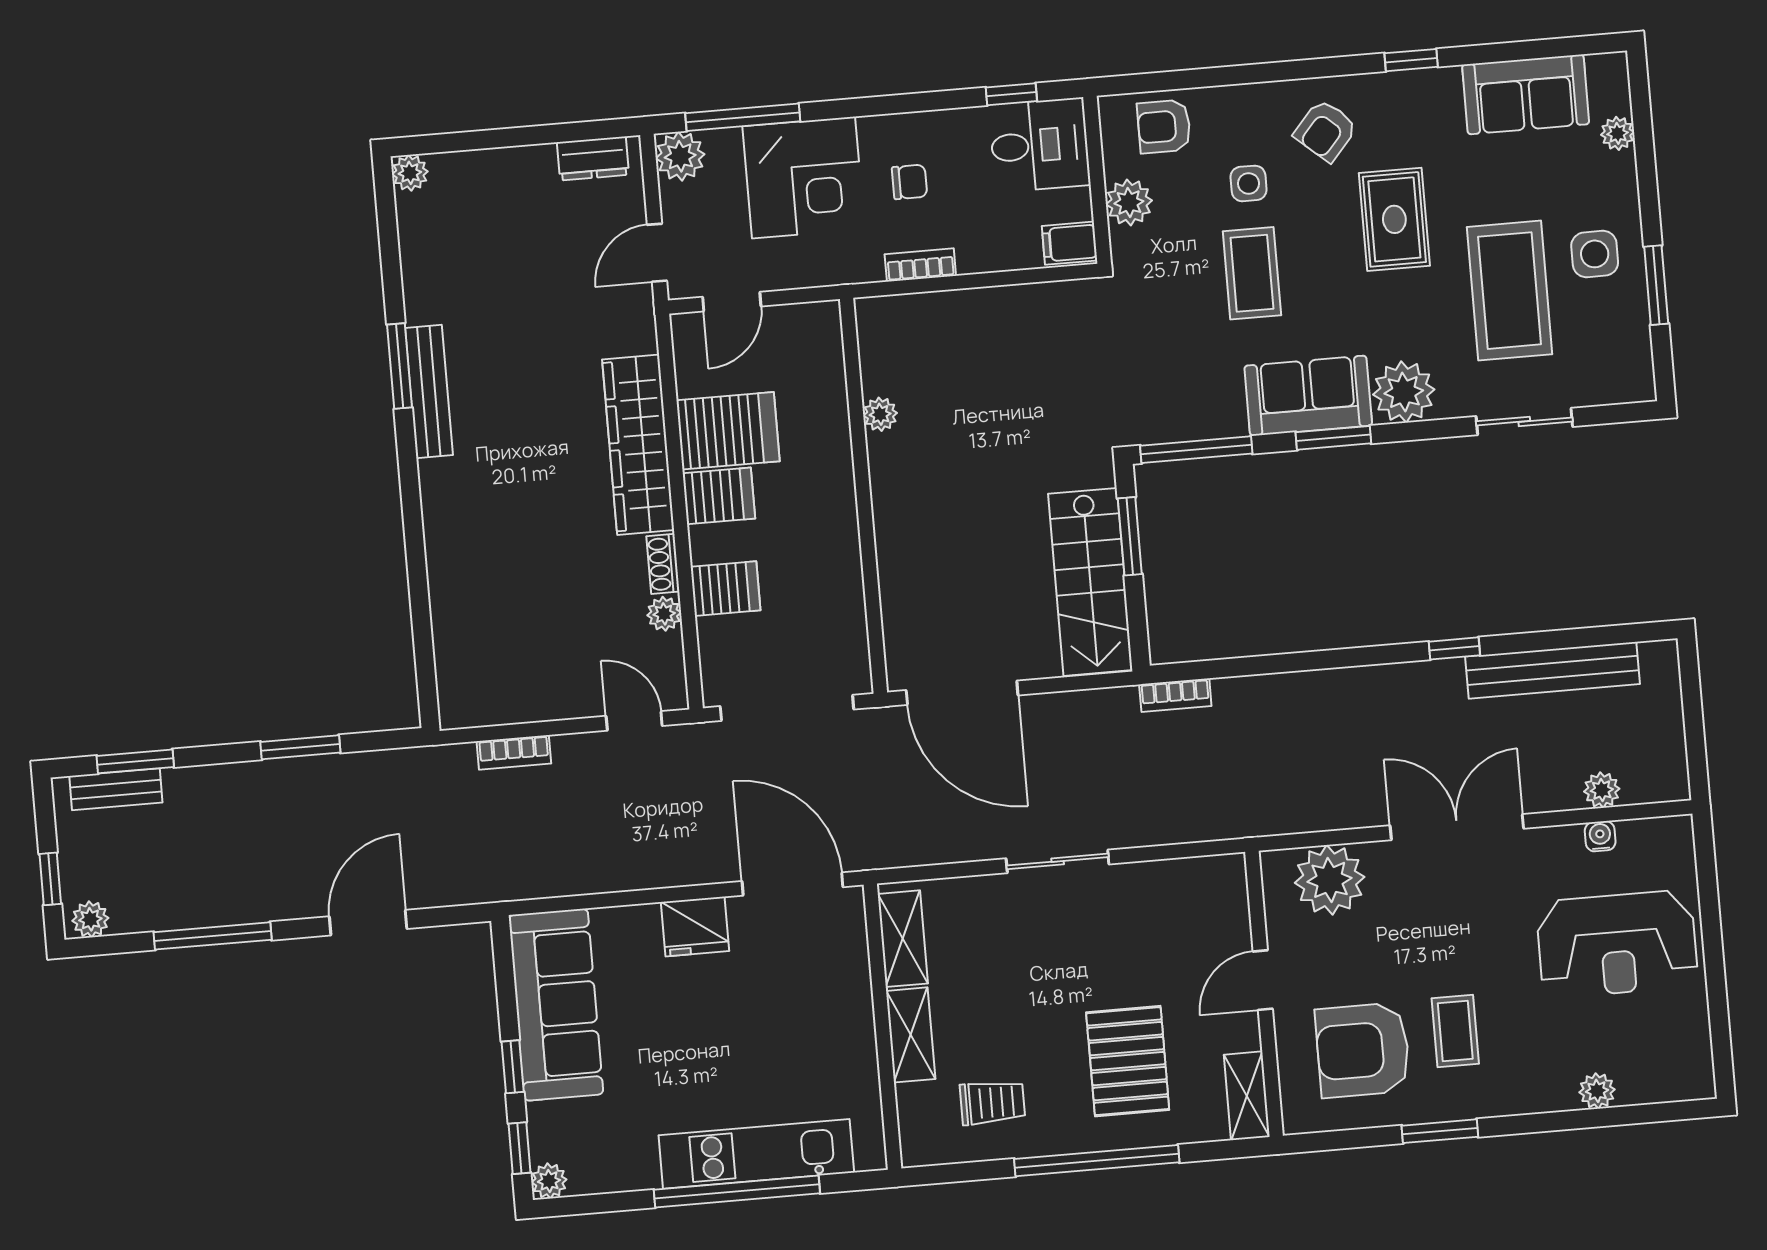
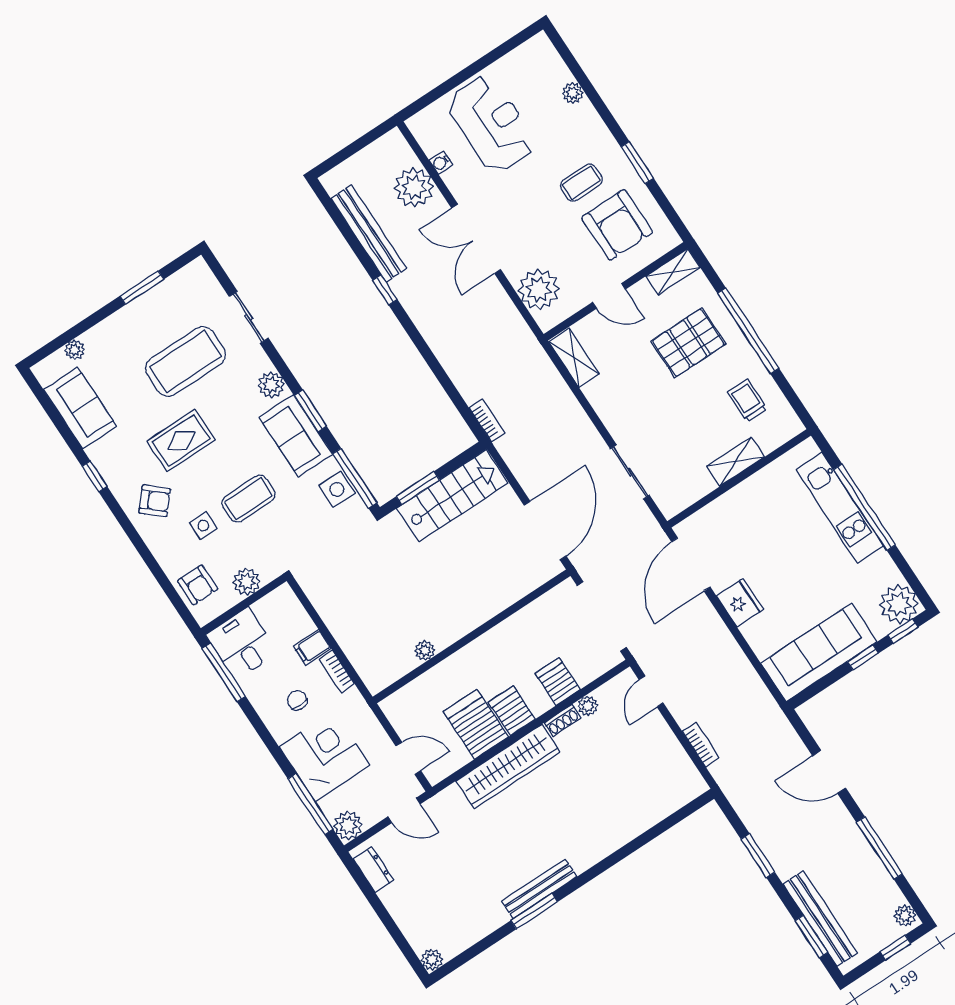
window: (1011, 94) -> (224, 672), width x2.17
filing cabinet: (1070, 243) -> (312, 647), moved, turned 90
side table: (1595, 254) -> (337, 489), moved
plant: (1404, 392) -> (271, 385), width x0.73, depth x0.73
bench: (116, 789) -> (820, 918), width x1.86, depth x1.21
plant: (1602, 790) -> (414, 187), width x1.87, depth x1.87
sliding door: (1058, 861) -> (630, 472), moved
shelving: (903, 939) -> (574, 358), moved, turned 90
plant: (549, 1181) -> (899, 604), width x1.88, depth x1.88

